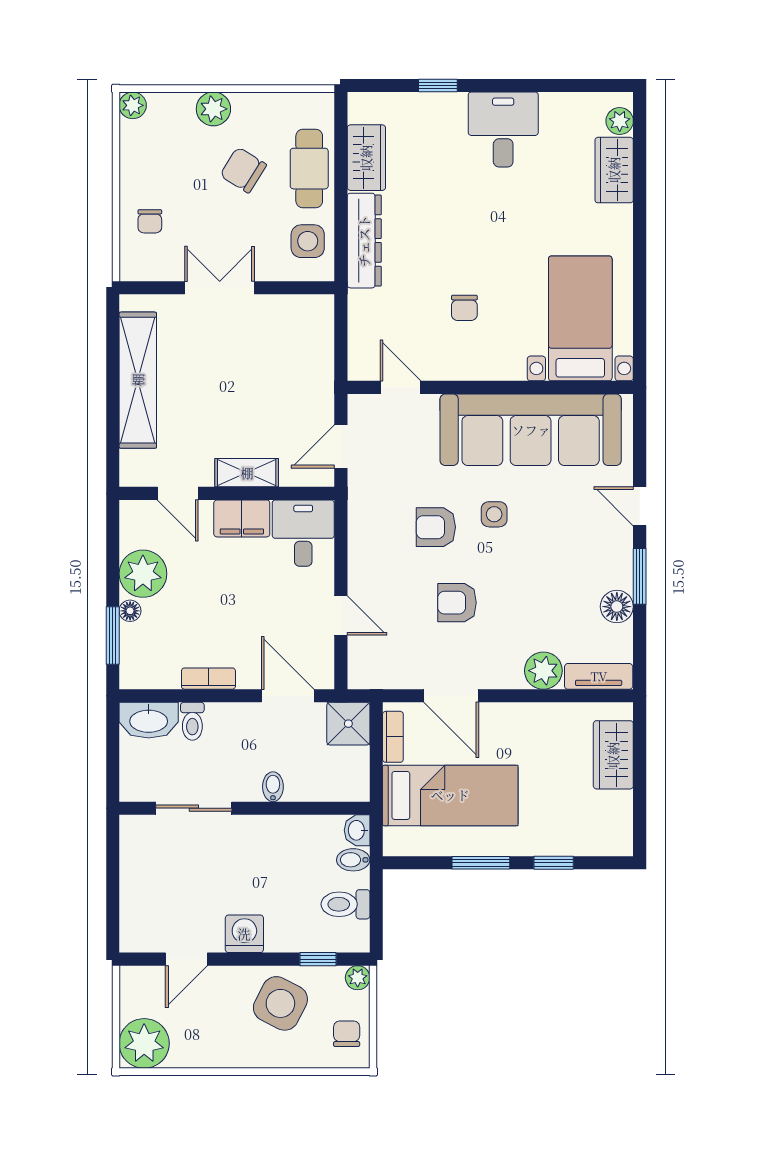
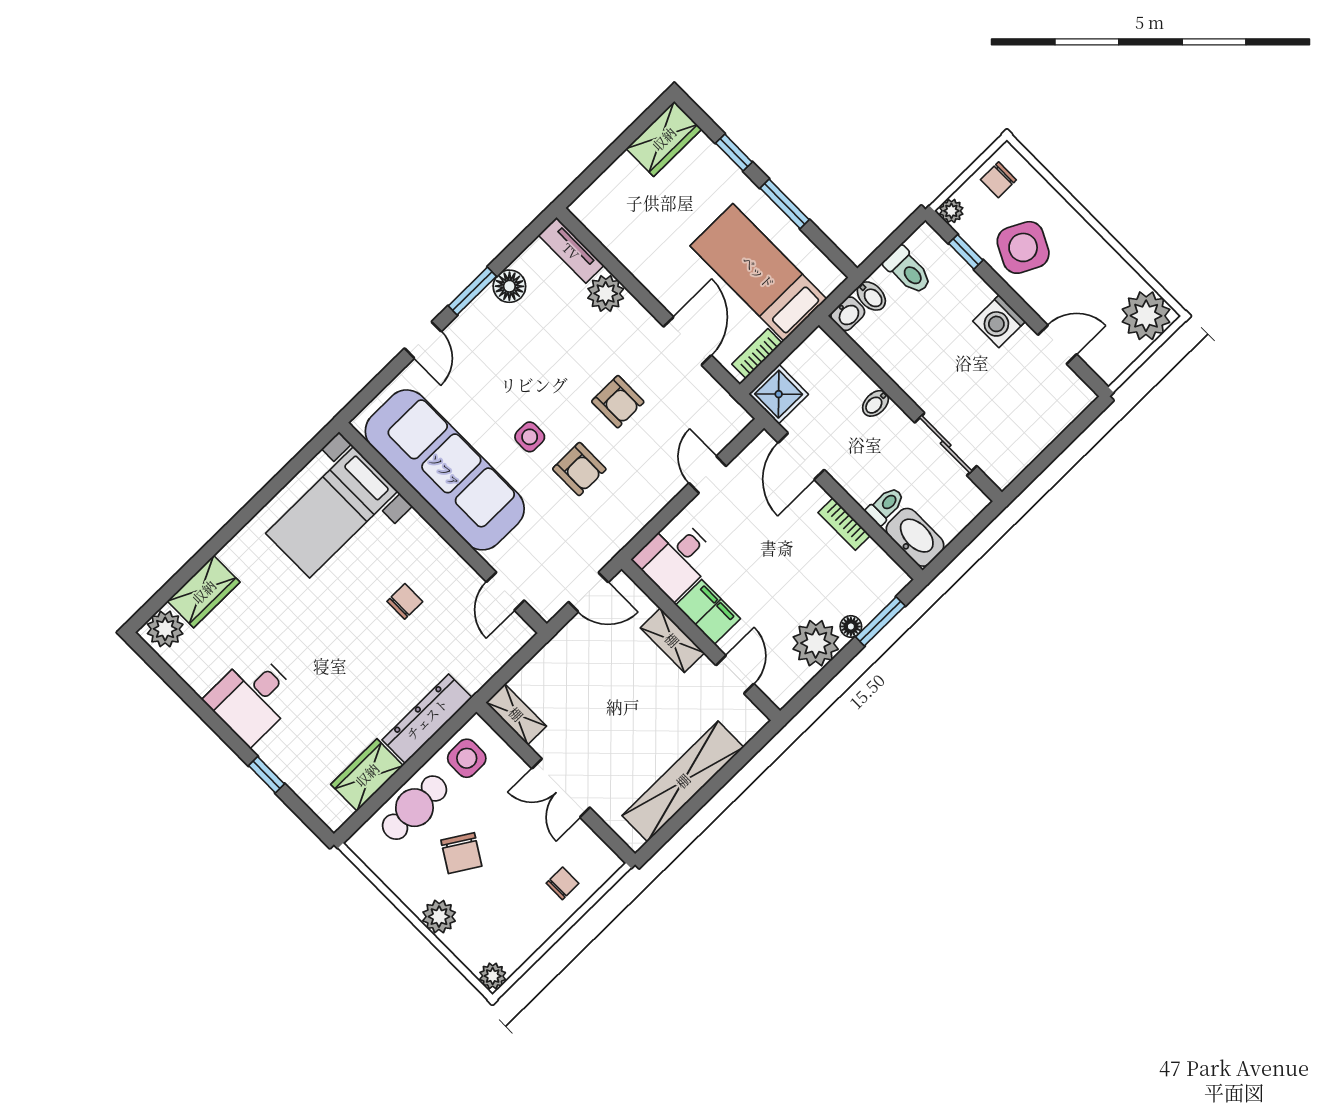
plant: (620, 121) -> (165, 629), width x1.38, depth x1.38
shelving: (304, 308) -> (516, 714), added
wardrobe: (613, 755) -> (664, 139), moved

